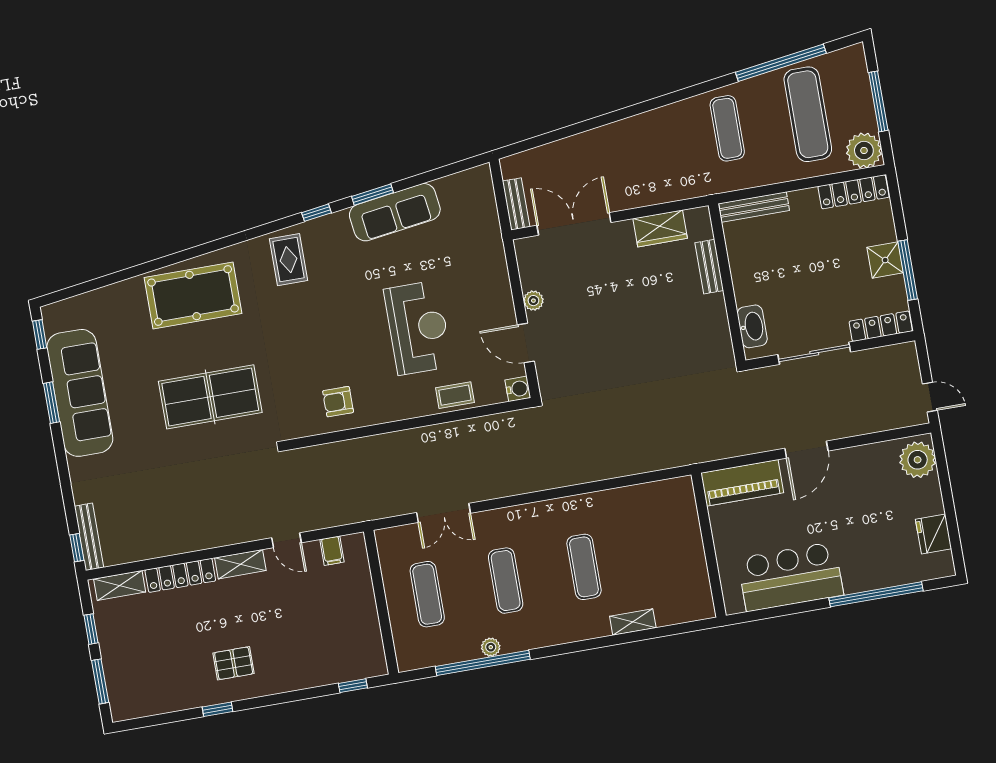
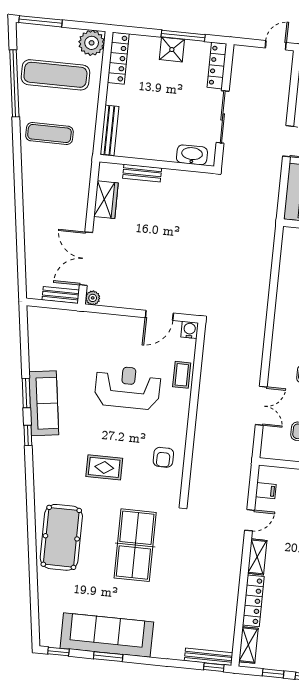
window: (878, 101) -> (40, 21), moved
sofa: (395, 212) -> (44, 403), moved
rug: (289, 260) -> (104, 467), moved
plant: (533, 301) -> (93, 298), moved

